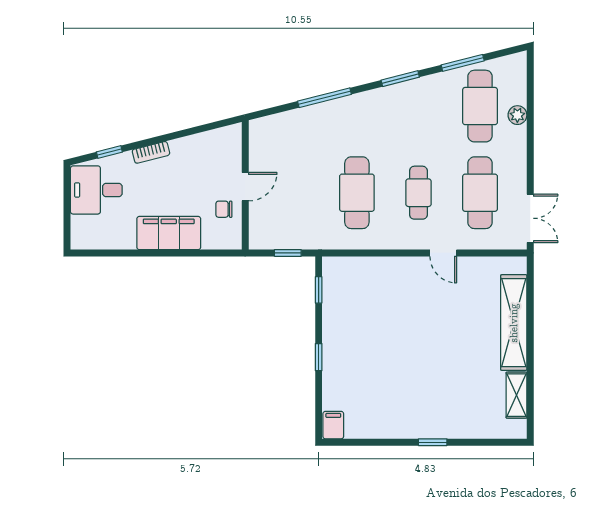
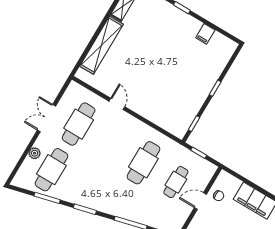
cafe table: (418, 193) -> (176, 182), moved
double door: (530, 218) -> (46, 118), moved
filing cabinet: (333, 425) -> (205, 34), moved

